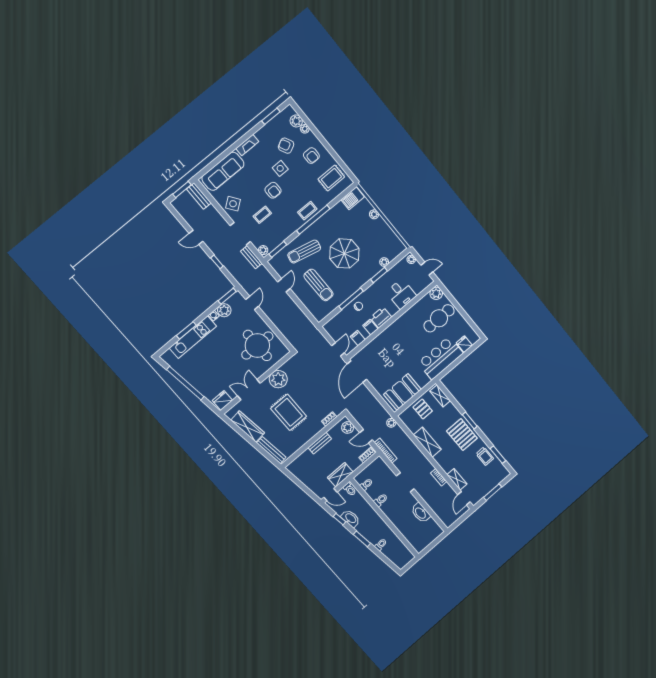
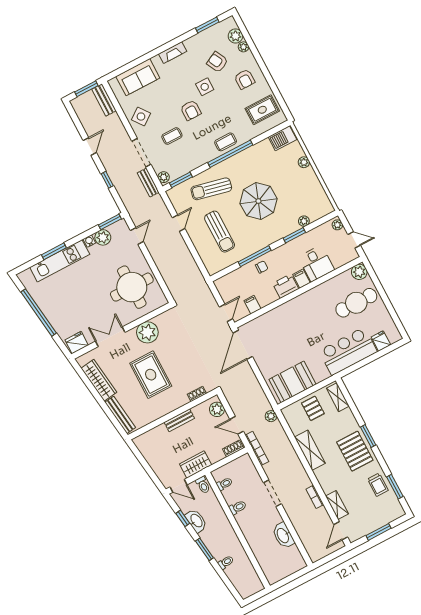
sofa: (223, 171) -> (138, 77), width x0.73
door: (196, 237) -> (90, 147), swing flipped
filing cabinet: (370, 327) -> (301, 279), moved

